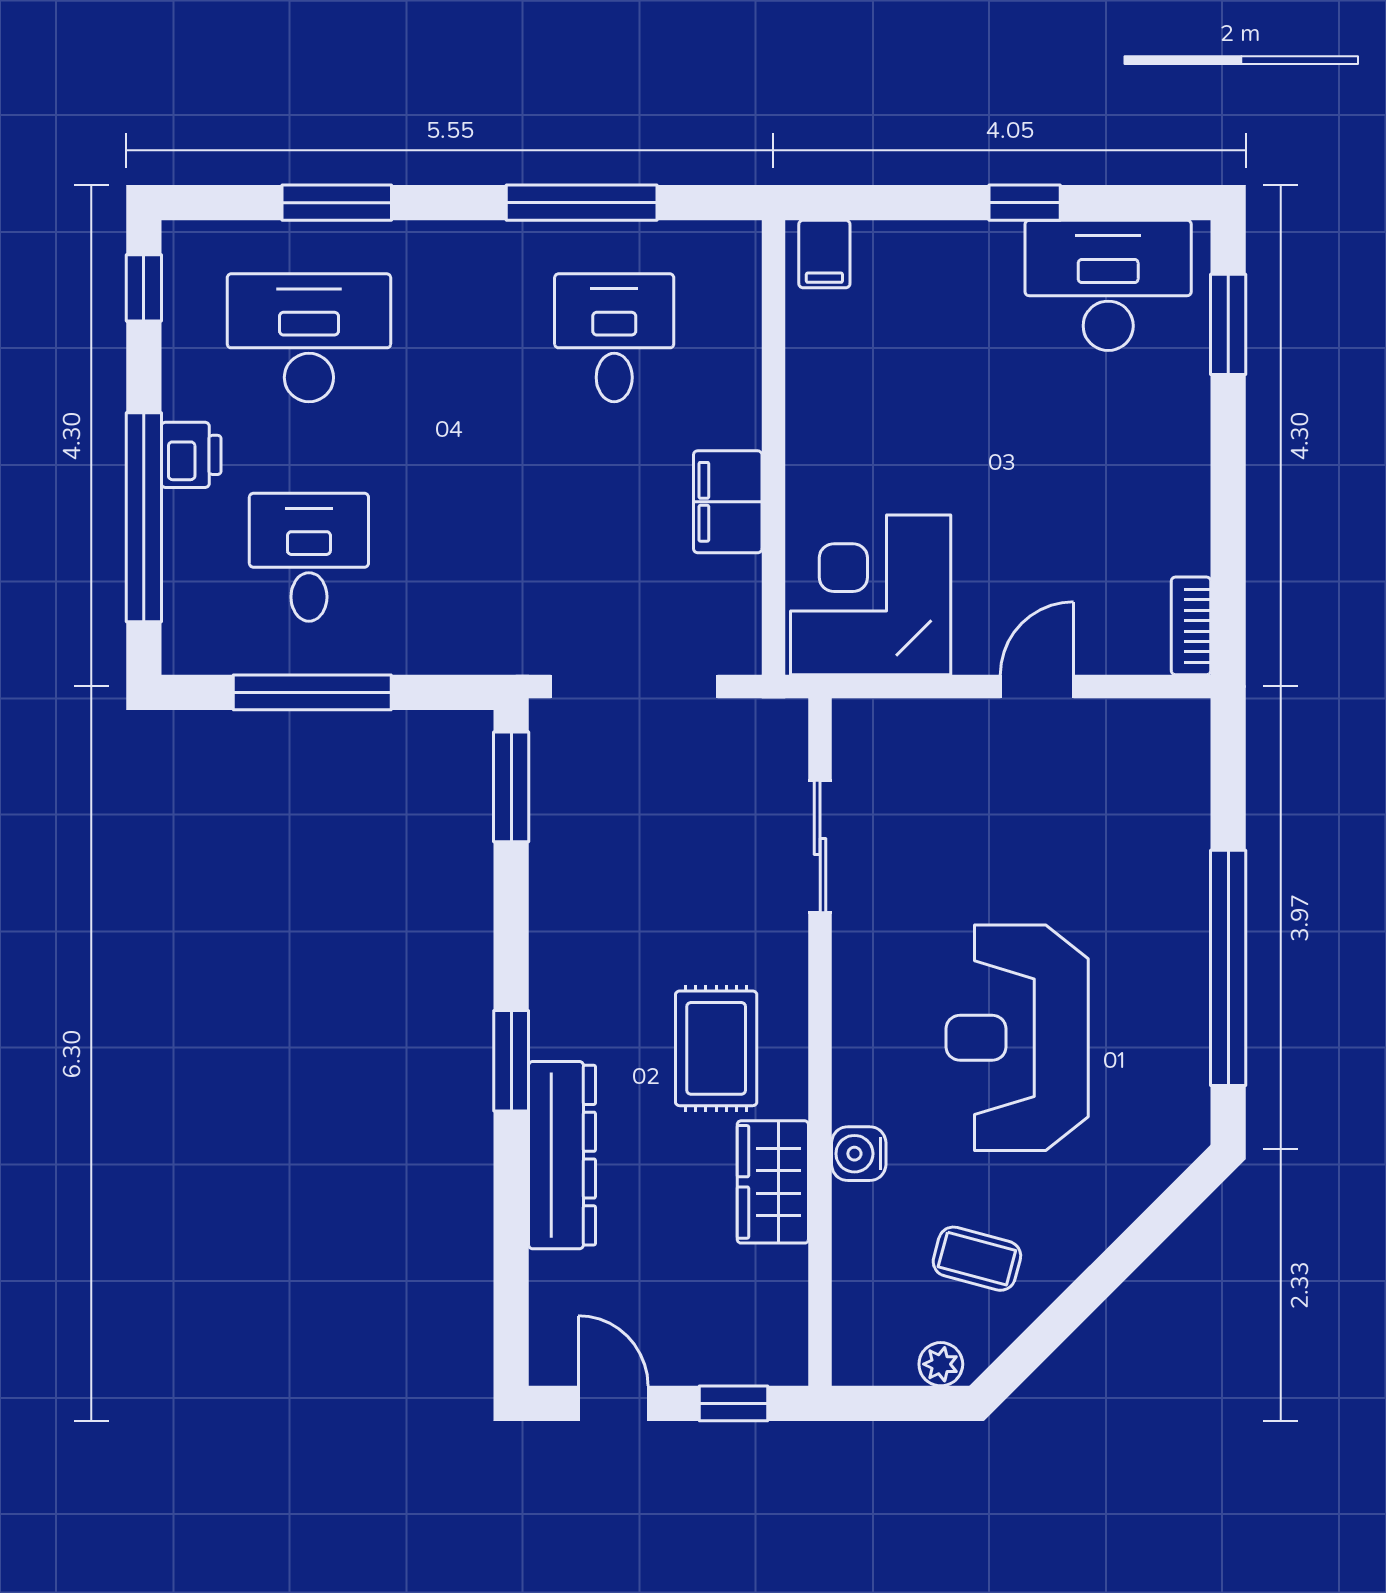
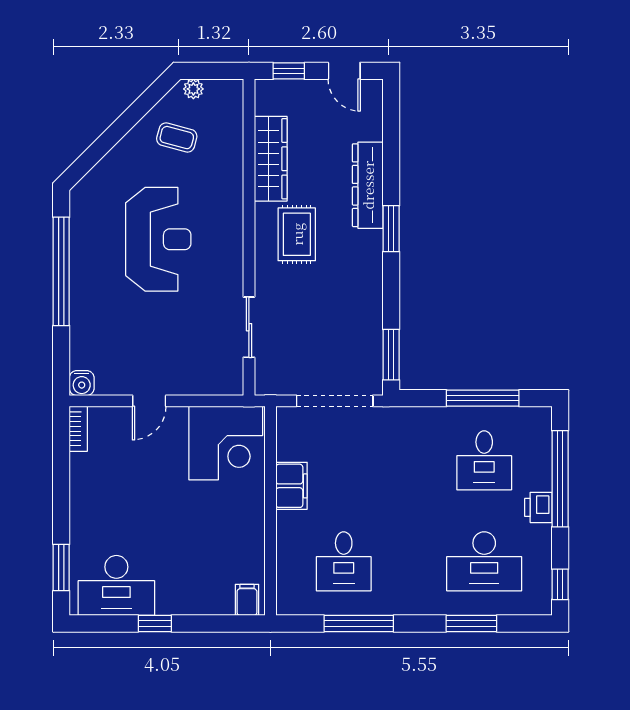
water cooler: (859, 1154) -> (82, 383), moved, turned 90
wardrobe: (773, 1182) -> (271, 159), width x1.50

